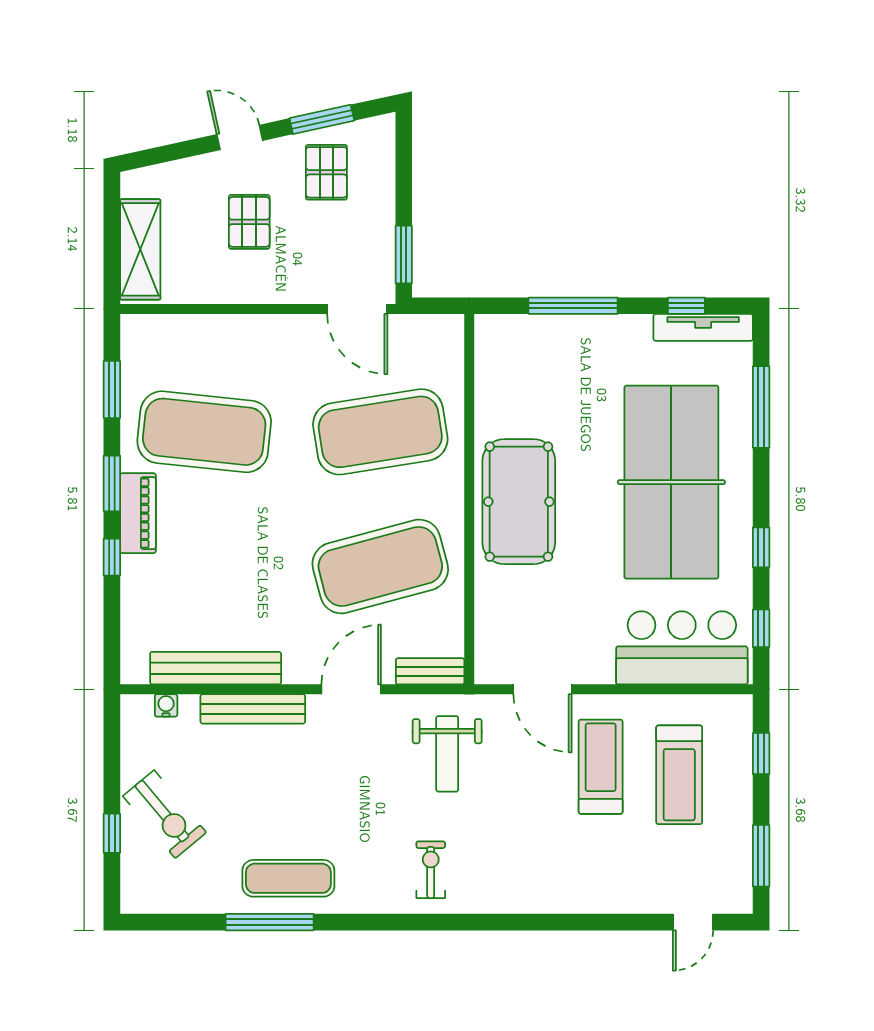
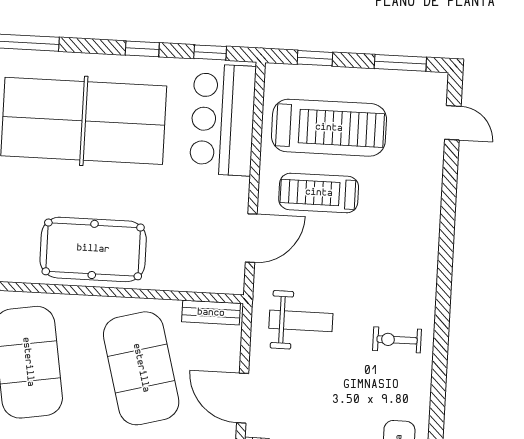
bench: (430, 671) -> (211, 313), moved, turned 90
treadmill: (679, 775) -> (329, 128), width x1.37, depth x1.38

